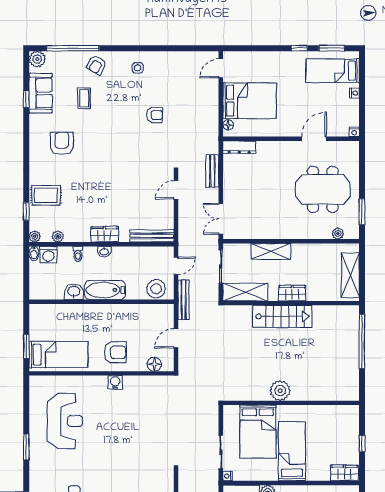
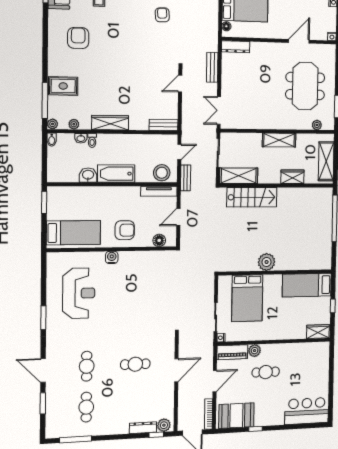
armchair: (155, 115) -> (162, 15), turned -93
meeting table: (323, 189) -> (305, 86), turned 90
window: (26, 212) -> (45, 101), width x2.17
wardrobe: (104, 234) -> (110, 123), width x1.50
bench: (152, 236) -> (164, 125), width x0.73
shelving: (271, 251) -> (279, 140), moved
washbasin: (104, 252) -> (81, 138), moved
washing machine: (48, 255) -> (65, 141), removed
wardrobe: (292, 293) -> (292, 177), moved
bench: (184, 300) -> (186, 178), width x0.73
tv unit: (153, 309) -> (159, 191), added
stairs: (282, 316) -> (252, 197), moved
window: (26, 346) -> (44, 202), moved
water cooler: (115, 382) -> (112, 257), moved
bed: (292, 451) -> (307, 285), moved, turned -90

